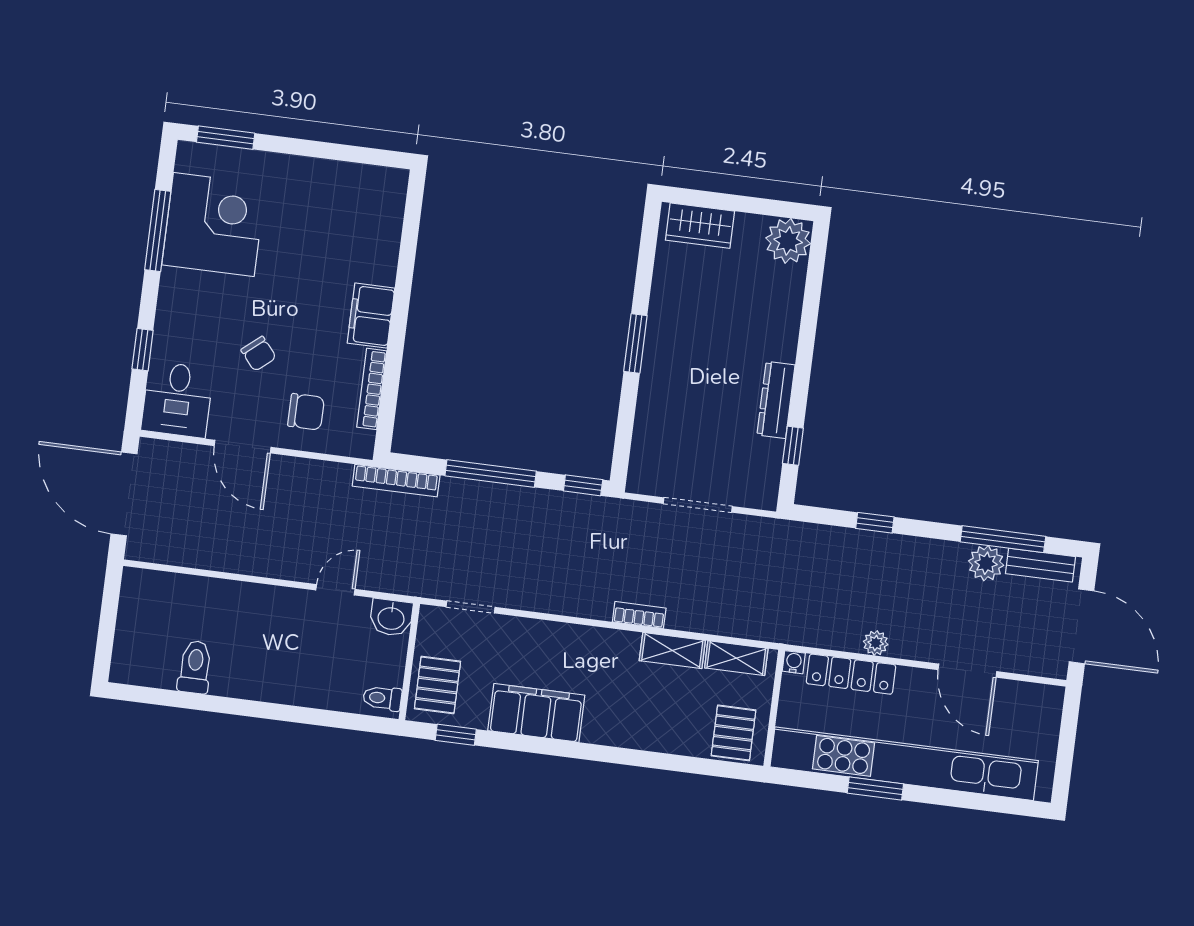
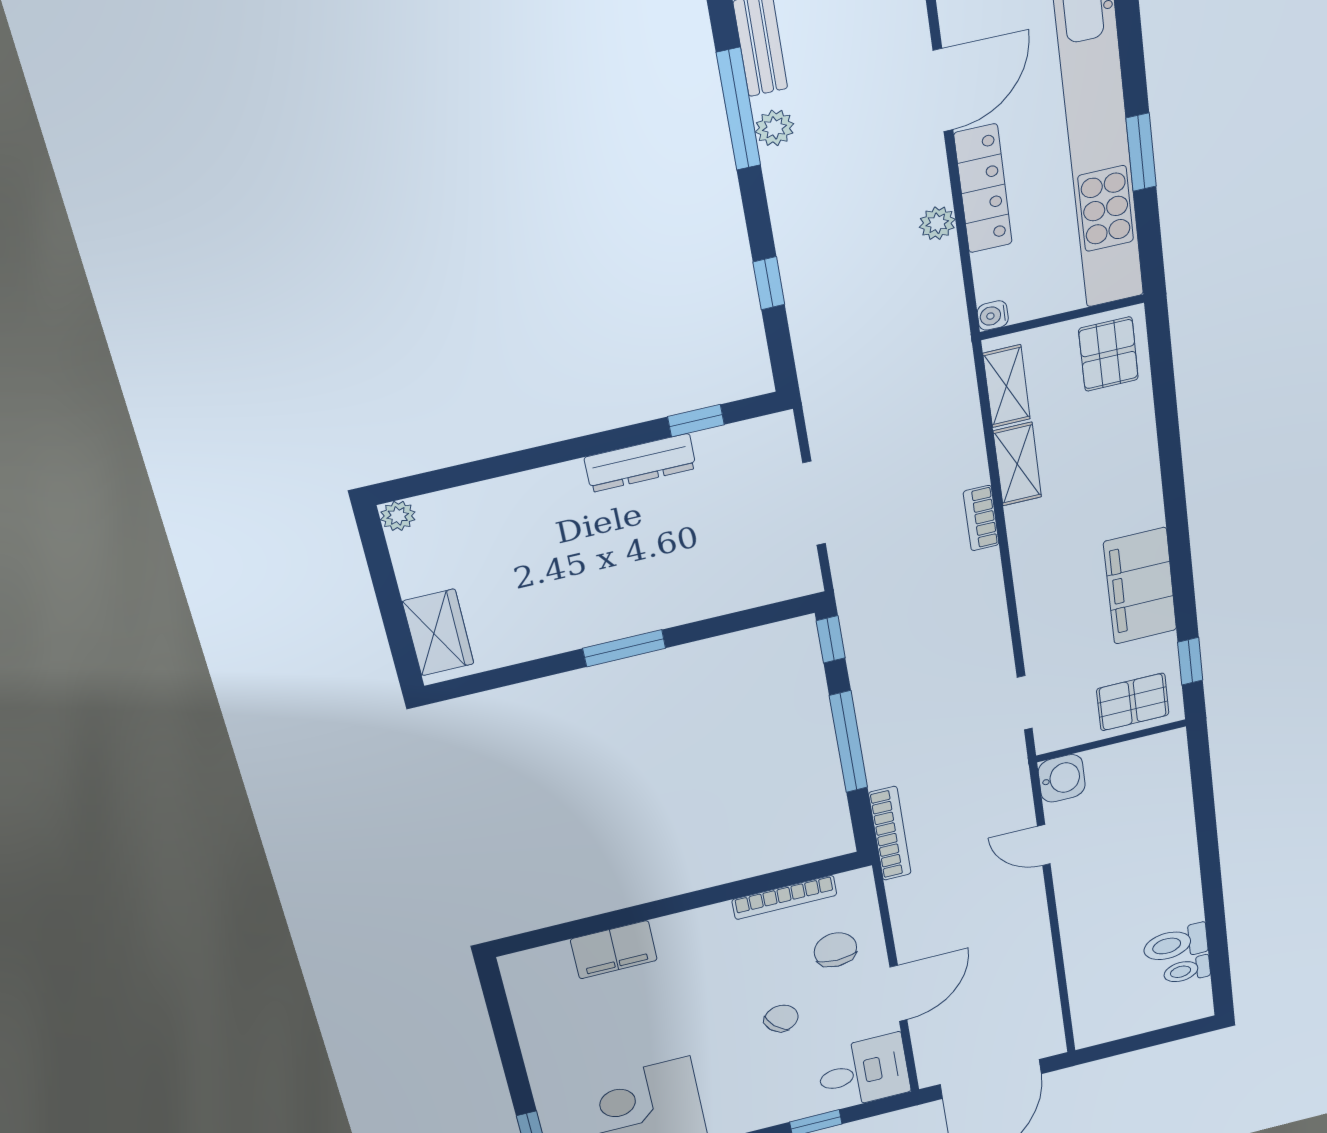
plant: (788, 241) -> (398, 516), width x0.53, depth x0.53
filing cabinet: (371, 316) -> (614, 950), moved
plant: (986, 563) -> (775, 128), width x0.73, depth x0.73
locker: (851, 674) -> (983, 189), moved
toilet: (382, 698) -> (1187, 970), moved, turned 90
pallet: (734, 733) -> (1108, 354), turned 90

